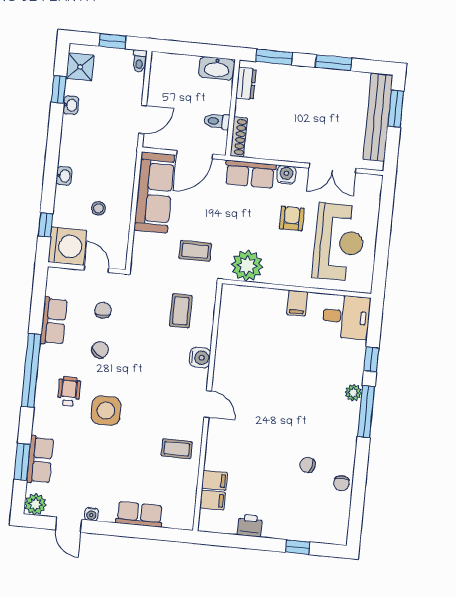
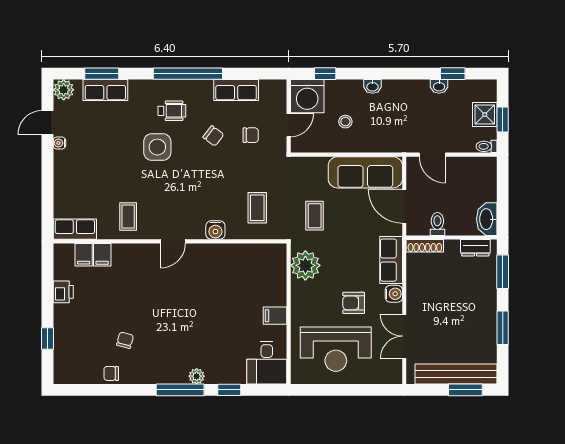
shower: (80, 67) -> (485, 115), moved
armchair: (292, 218) -> (354, 303), turned 180
coffee table: (181, 311) -> (257, 208), turned 90
row of seats: (139, 514) -> (75, 229), moved, turned -90

